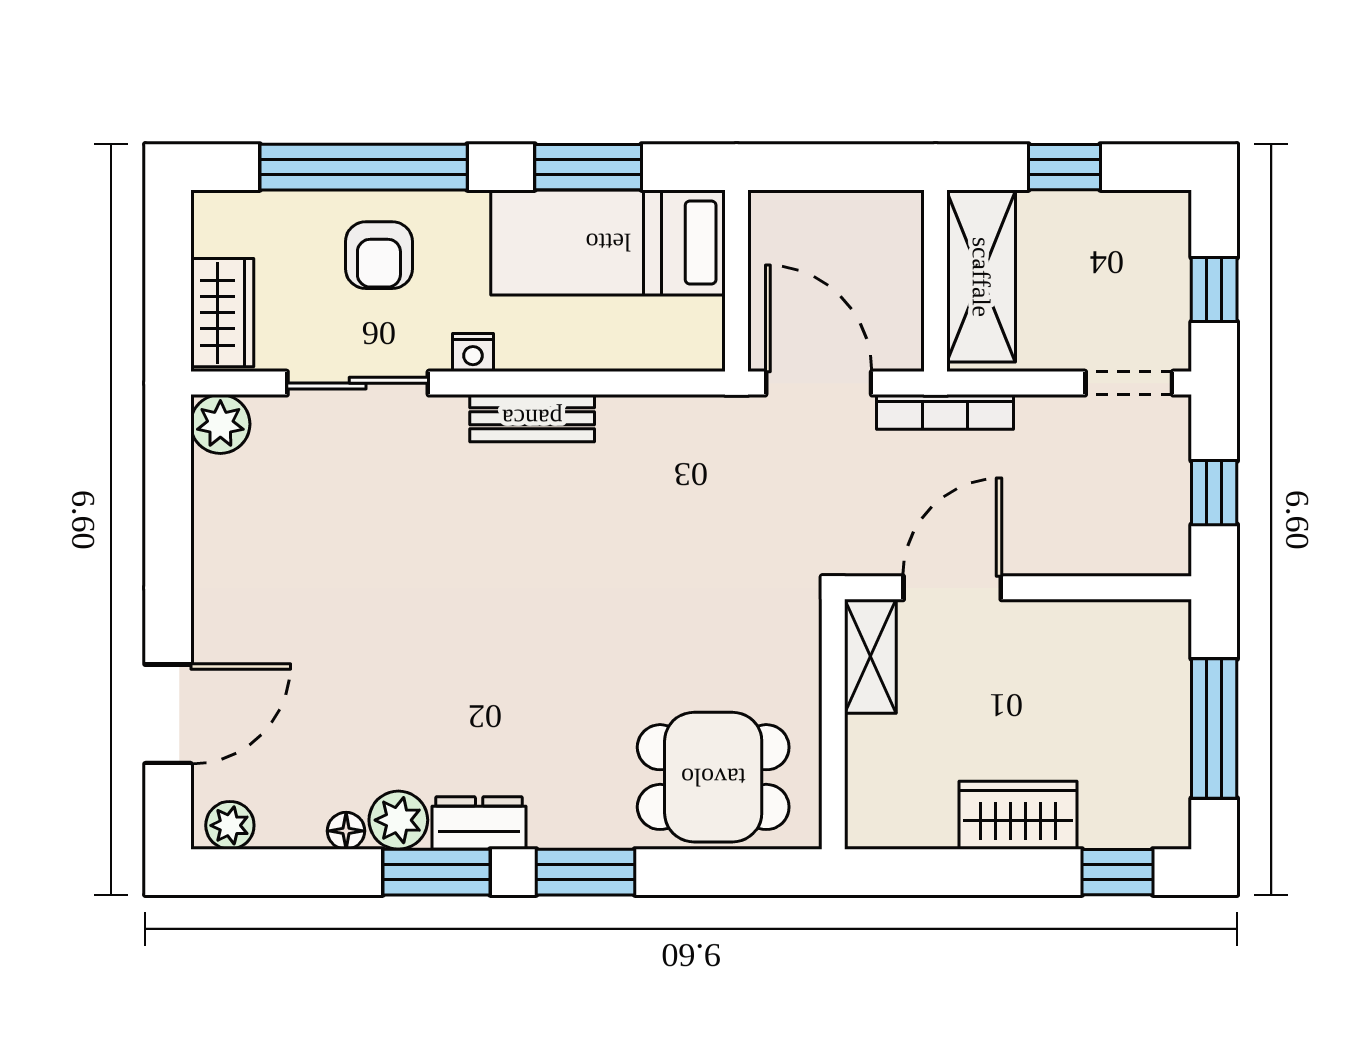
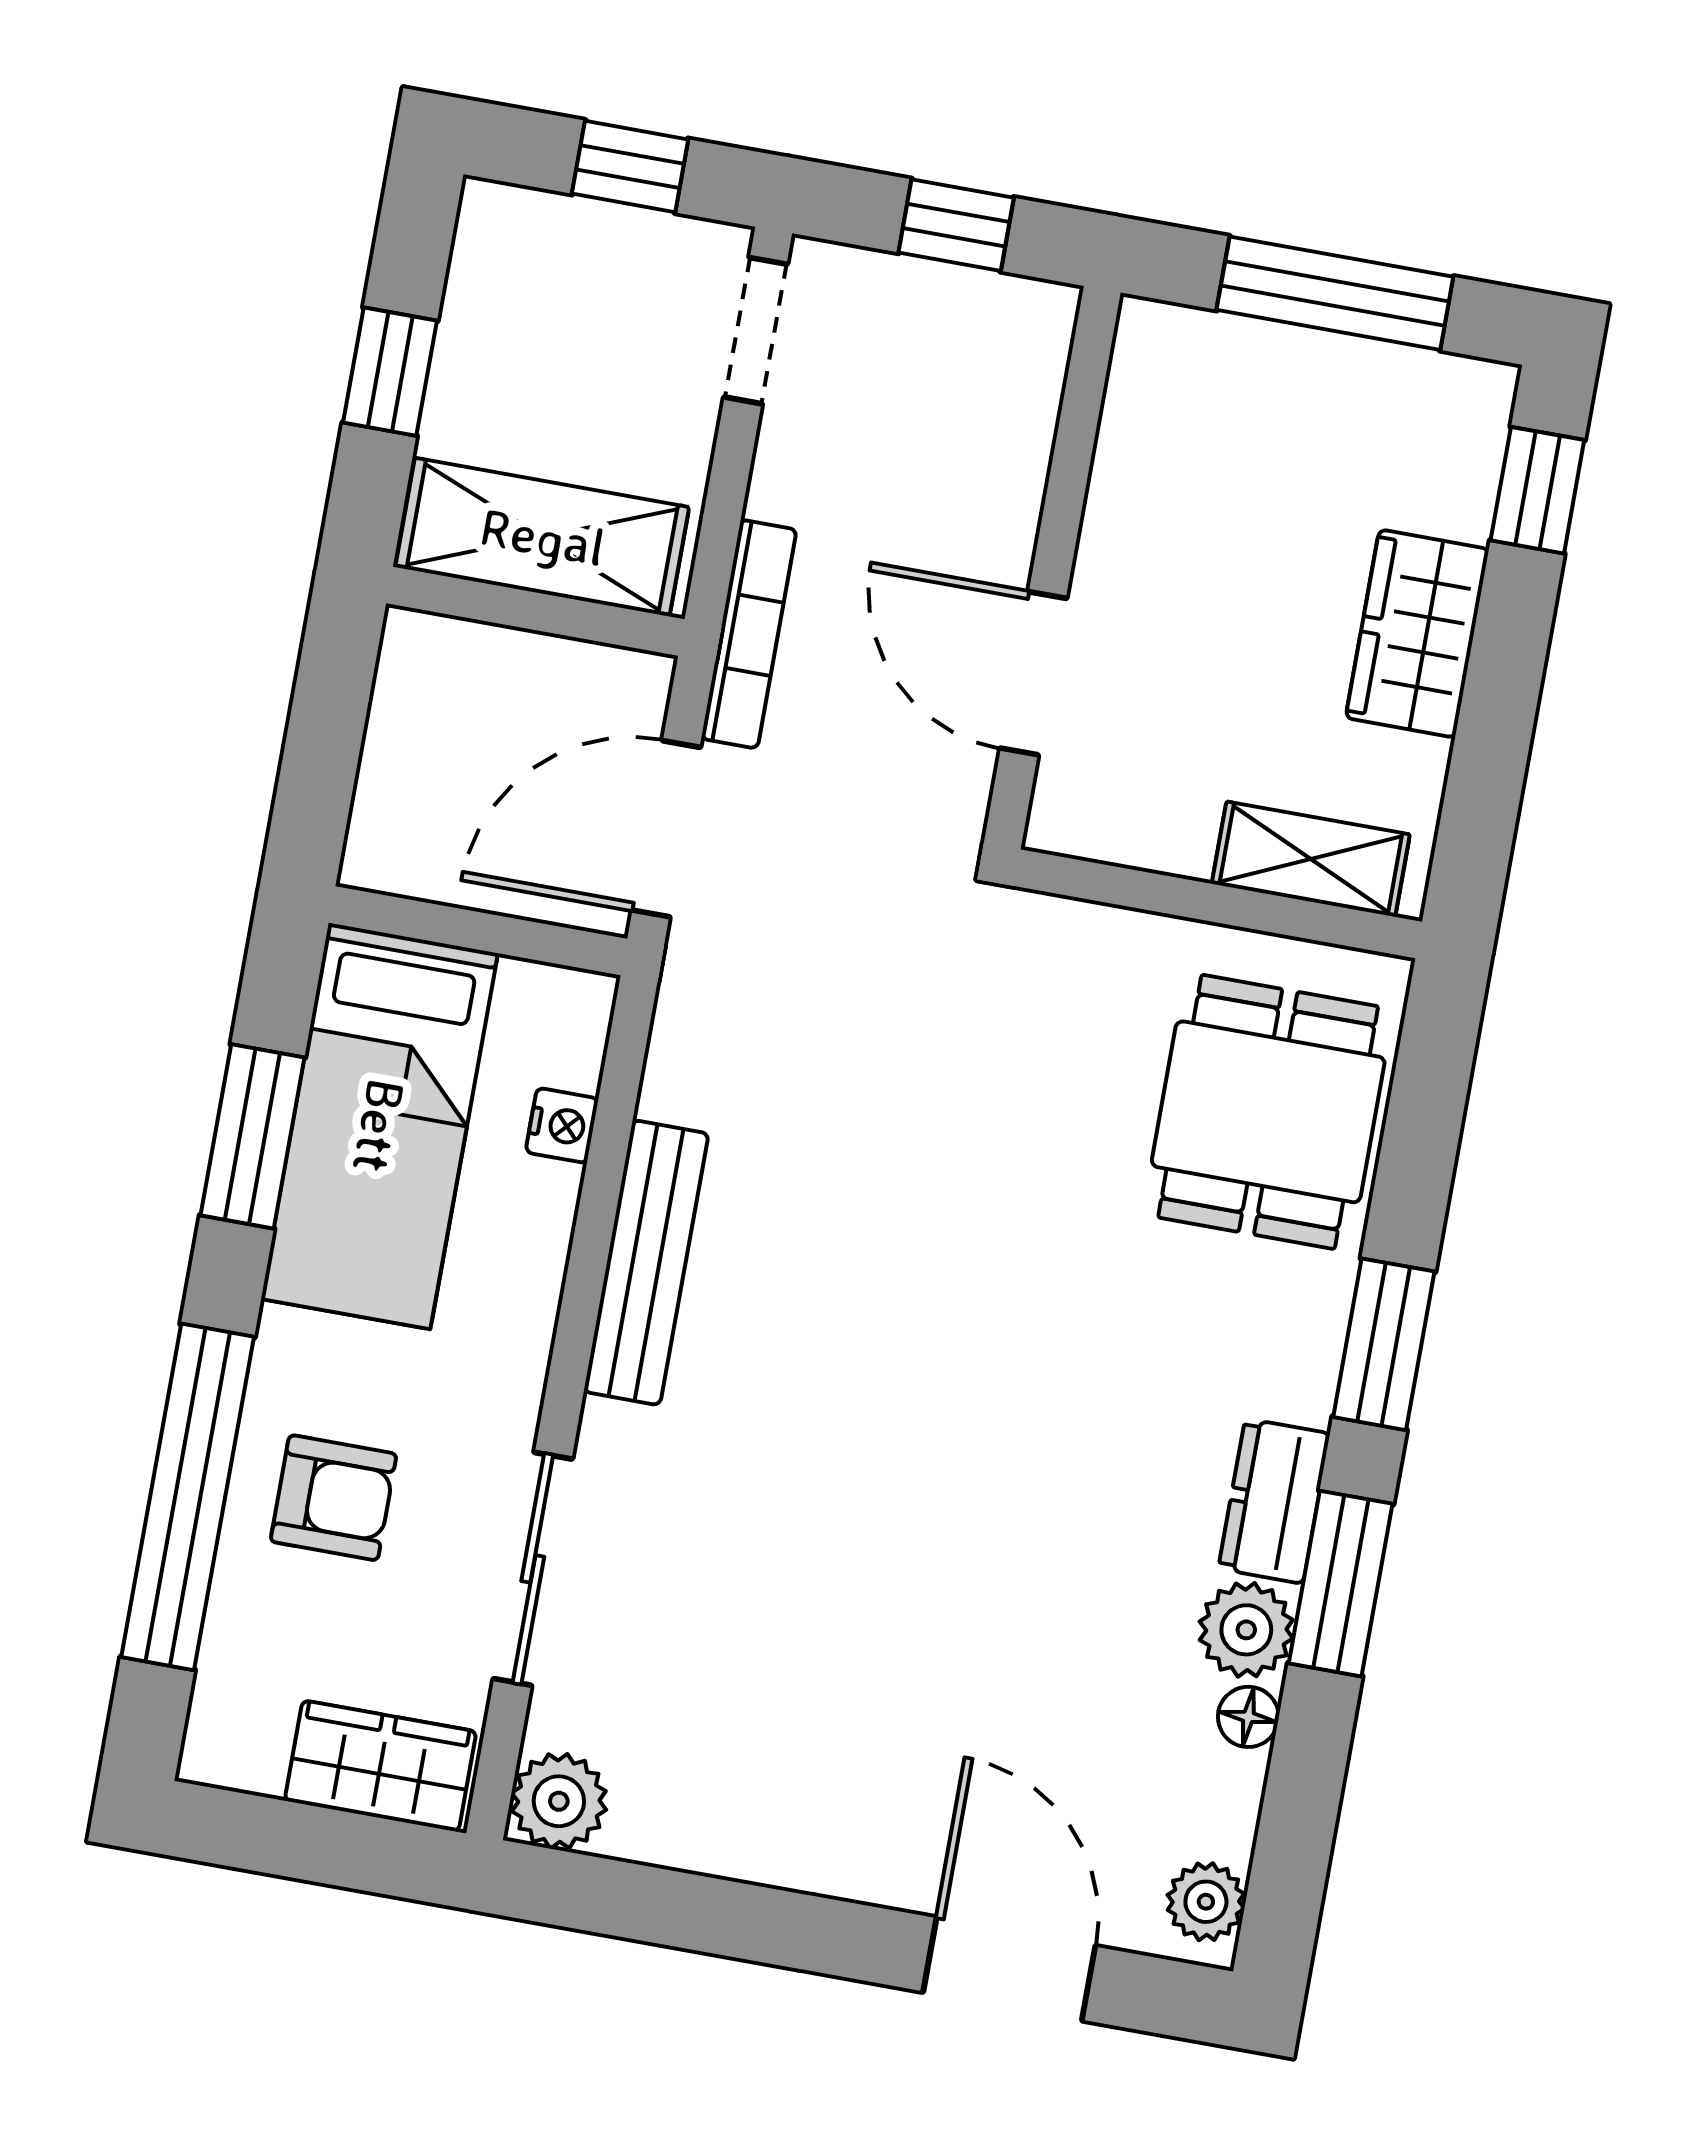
nightstand: (473, 353) -> (562, 1125), moved
bench: (532, 418) -> (646, 1263), width x1.36
shelving: (870, 656) -> (1311, 859), moved

